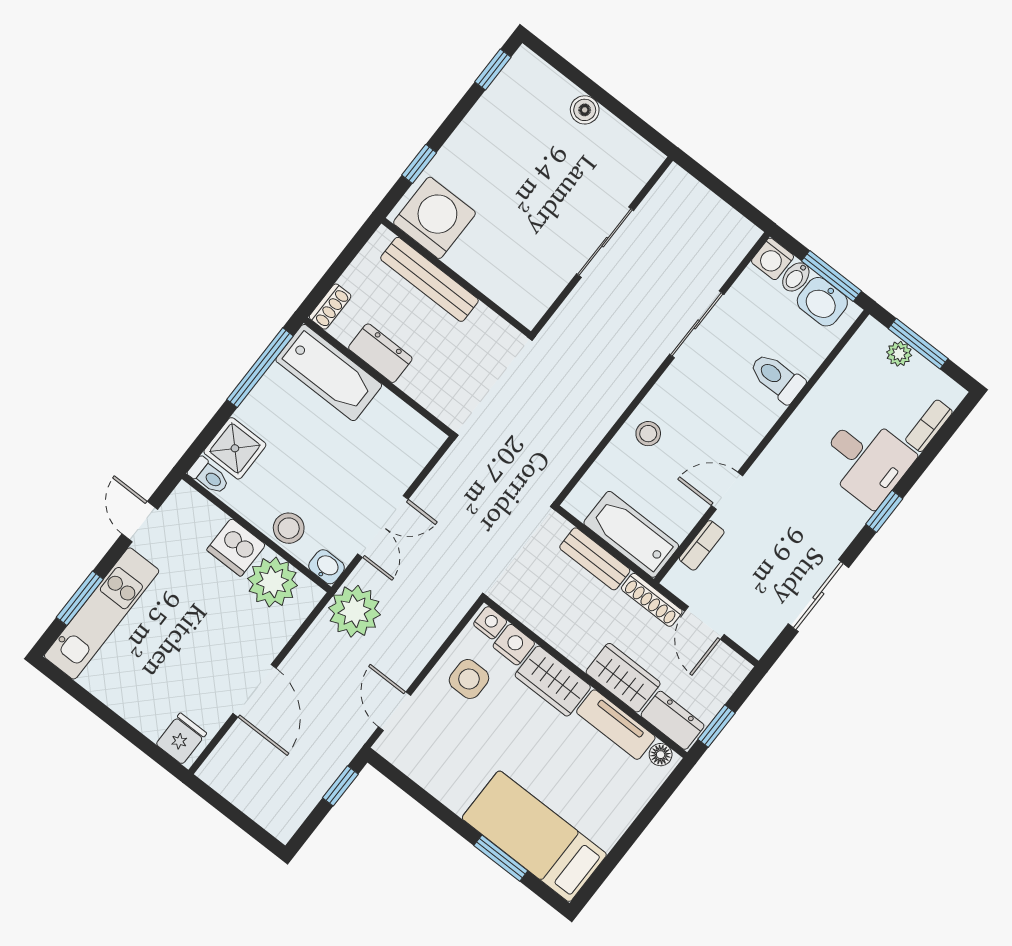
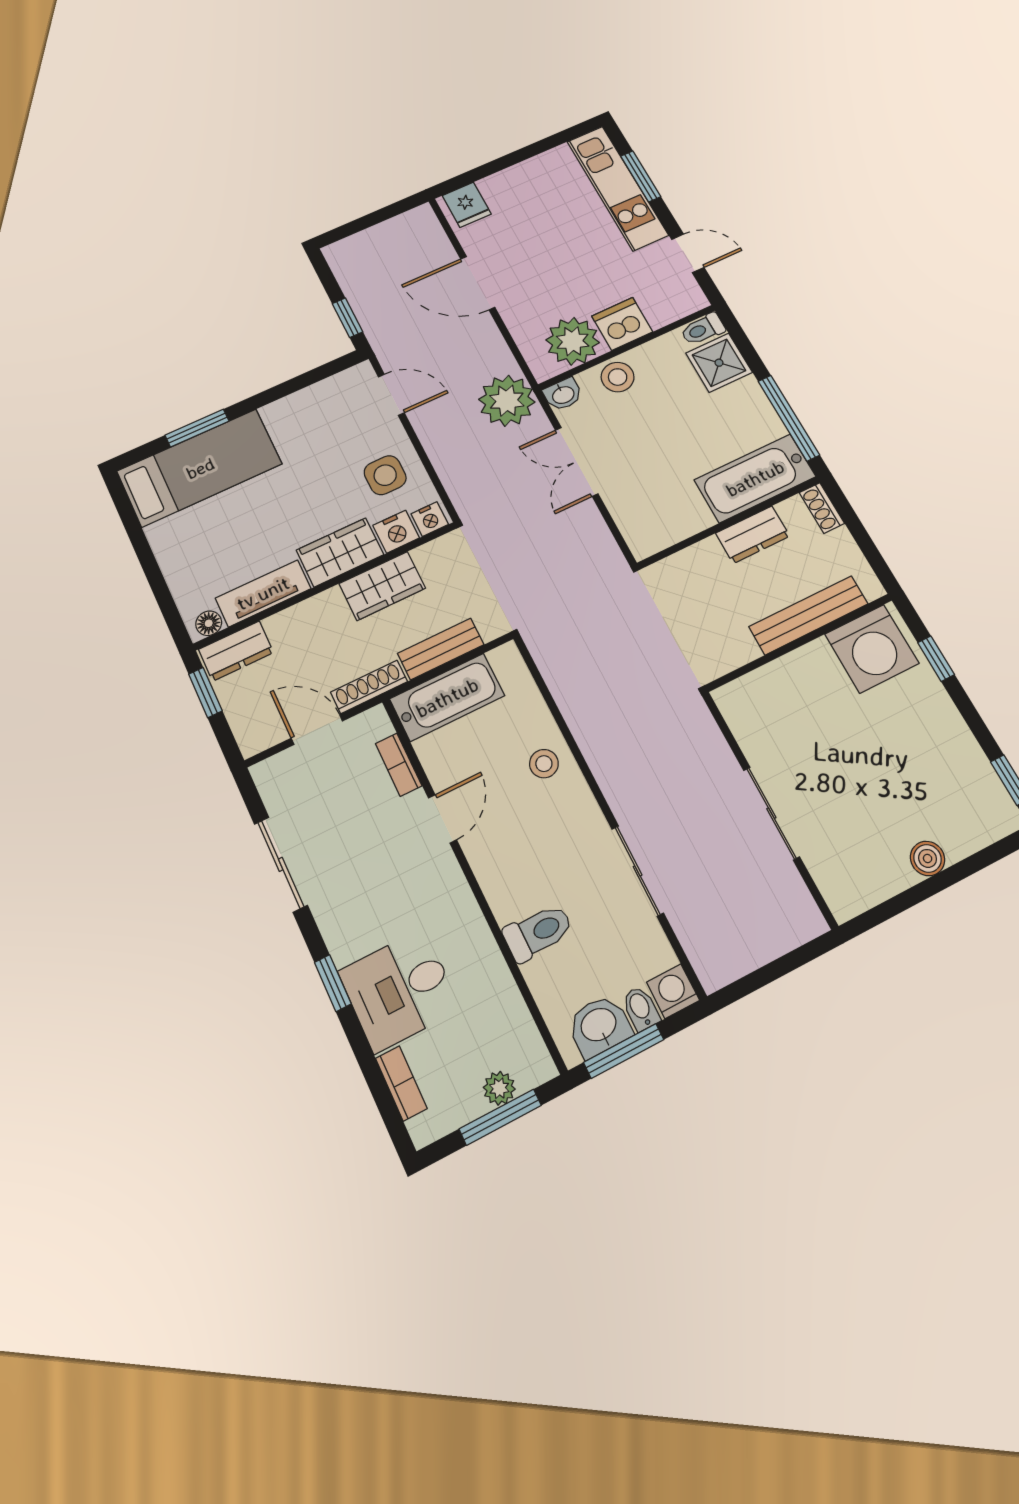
wardrobe: (623, 678) -> (382, 586), moved

